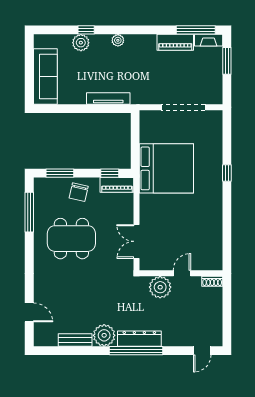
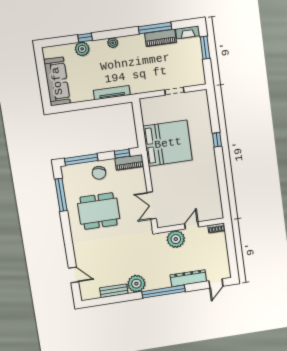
window: (196, 30) -> (155, 28), moved
doorway: (183, 107) -> (174, 91), width x0.53
window: (60, 173) -> (81, 160), width x1.44
dresser: (139, 339) -> (188, 278), moved

